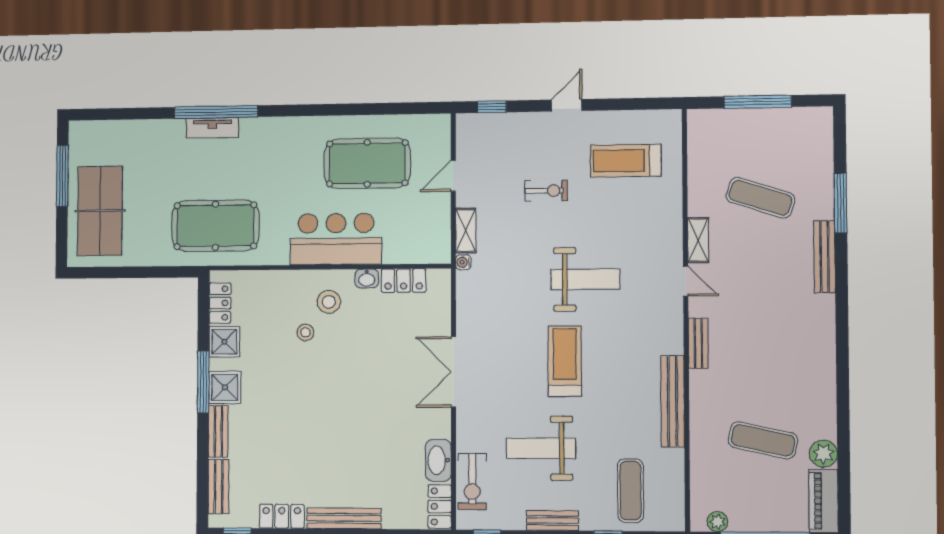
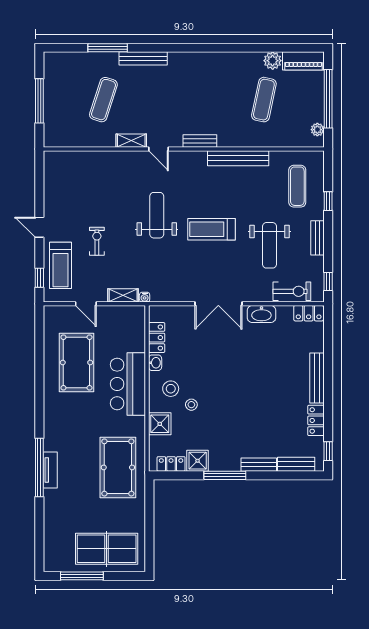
treadmill: (626, 161) -> (60, 265), moved
door: (686, 281) -> (159, 149), swing flipped
shower: (225, 387) -> (160, 424), moved
washbasin: (438, 460) -> (261, 314), moved
exercise mat: (631, 491) -> (297, 186), turned 90

